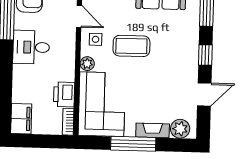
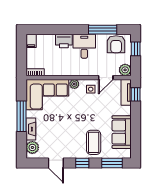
coffee table: (131, 46) -> (94, 142), moved
printer: (64, 94) -> (64, 41), moved, turned 180
filing cabinet: (21, 119) -> (31, 41), width x0.50

